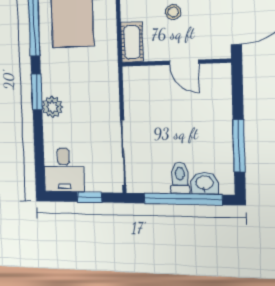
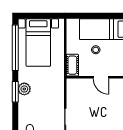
plant: (52, 107) -> (24, 89), moved

